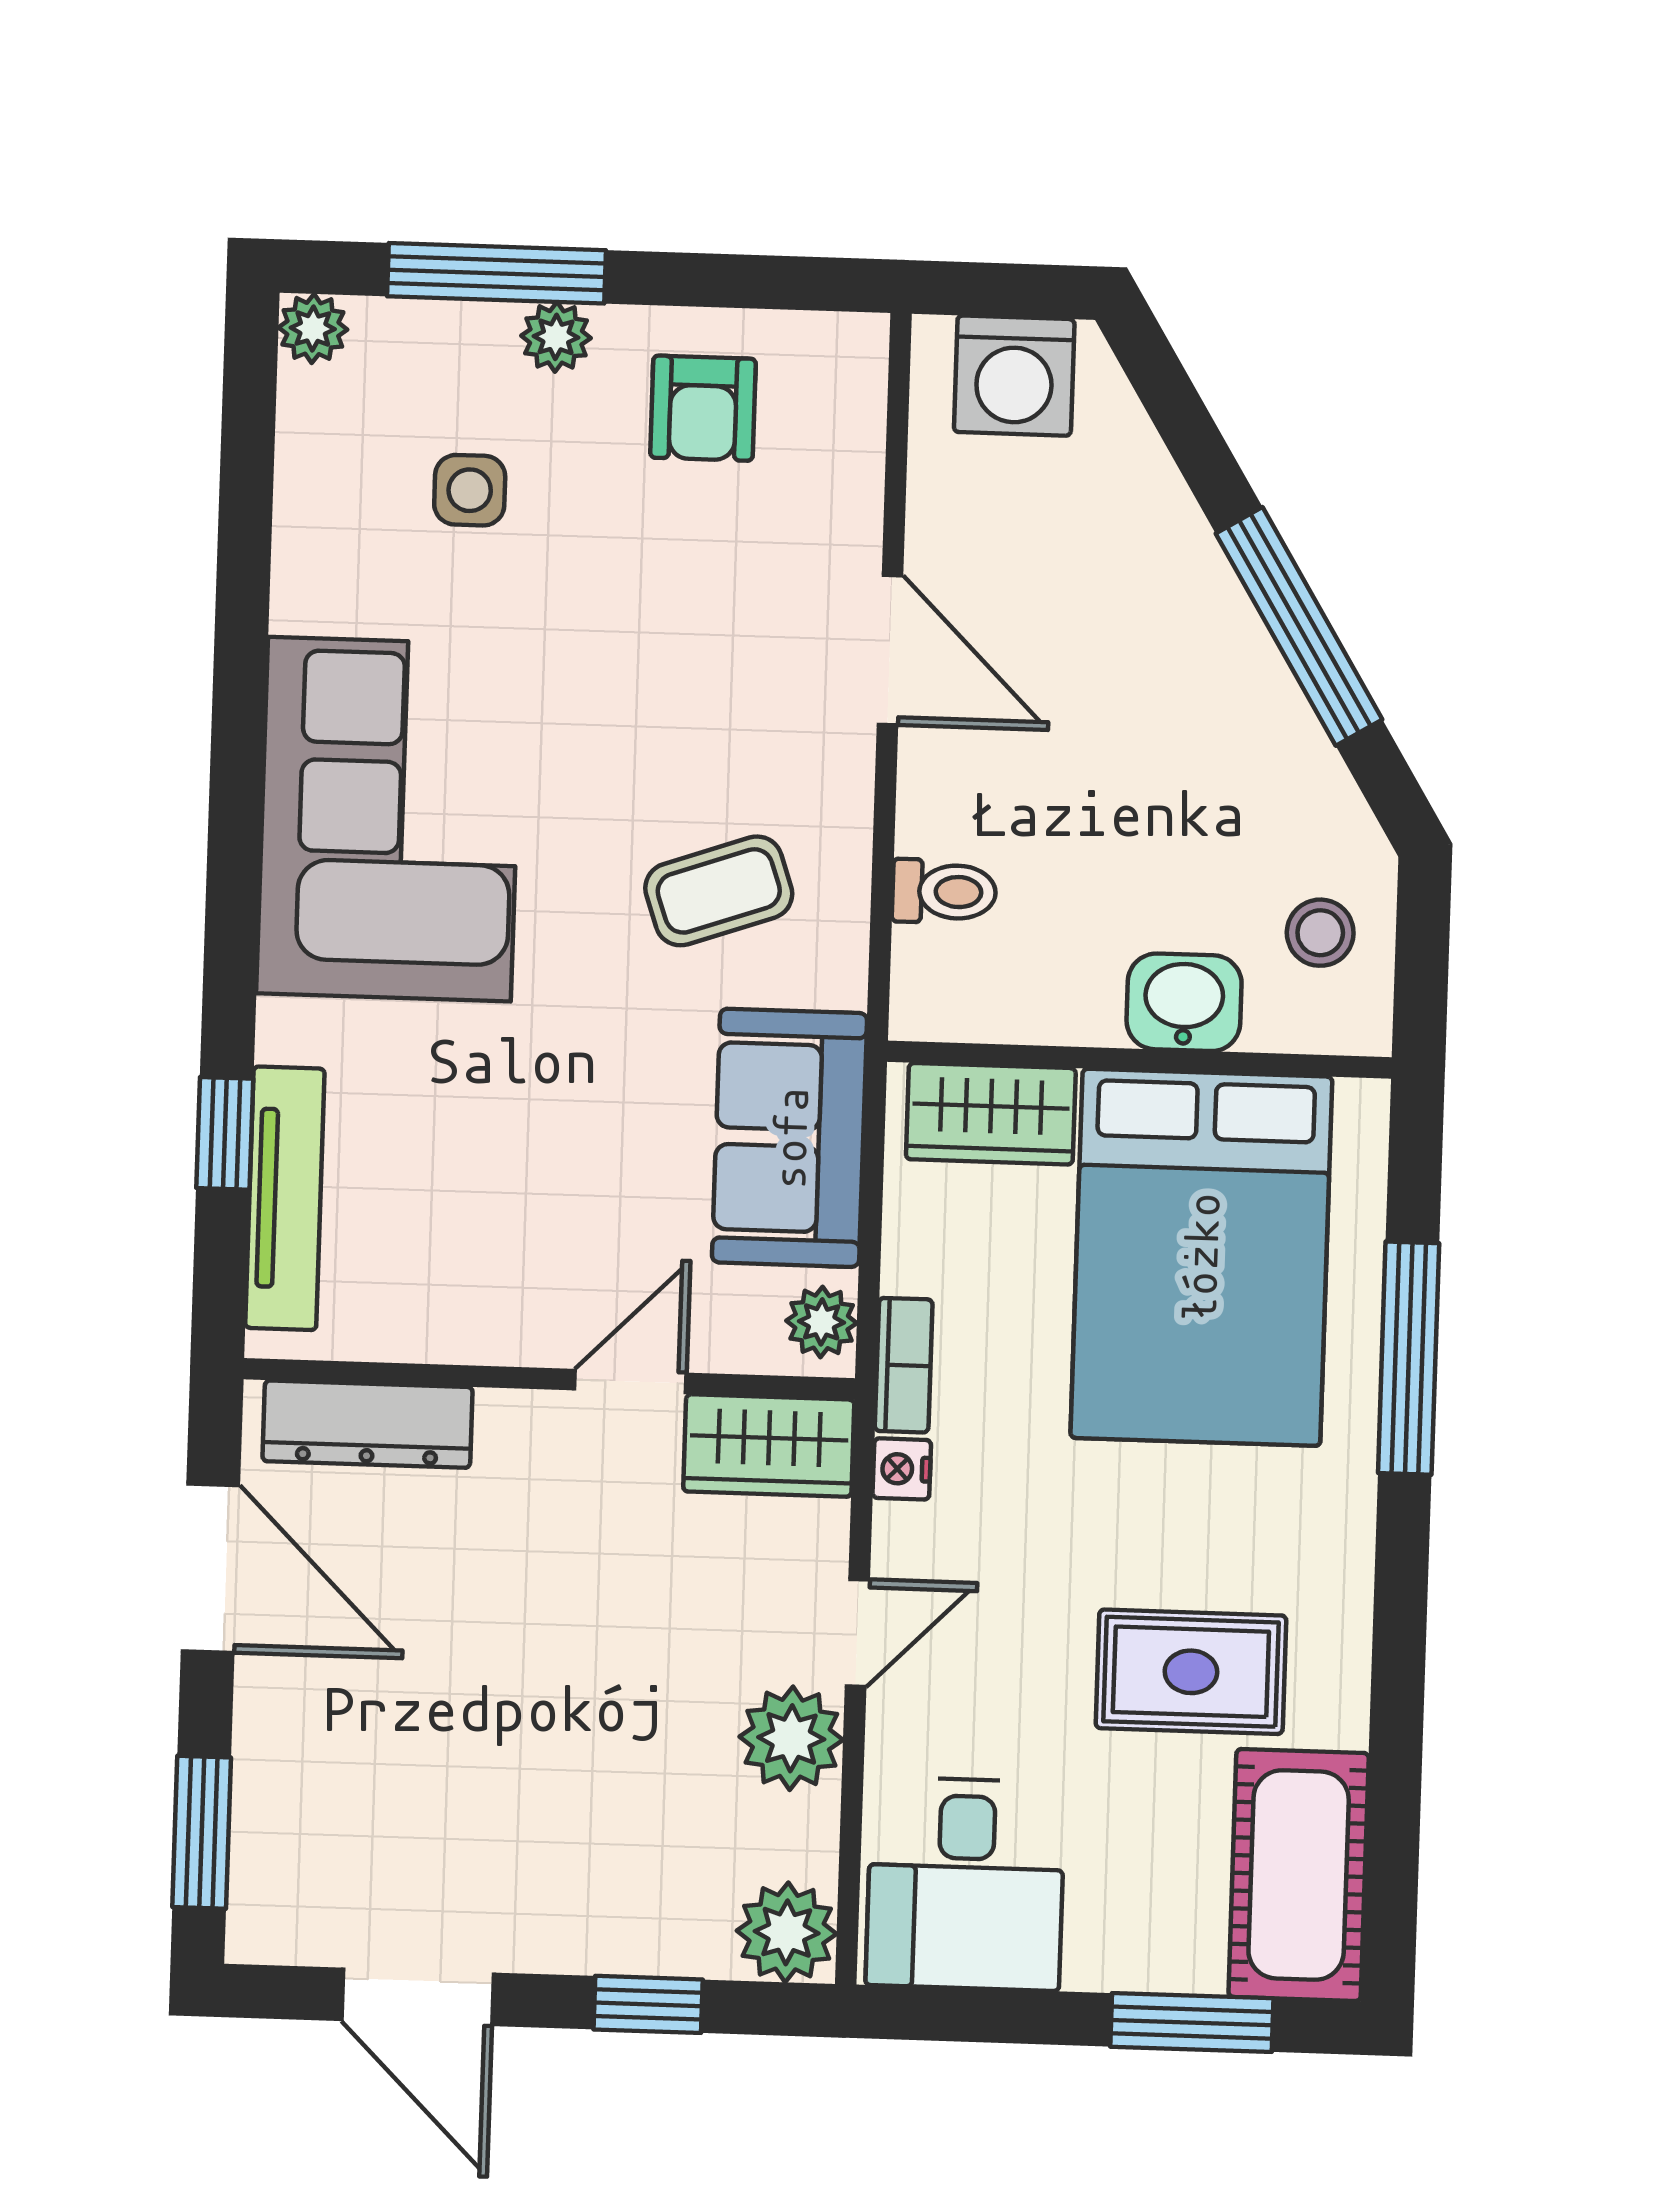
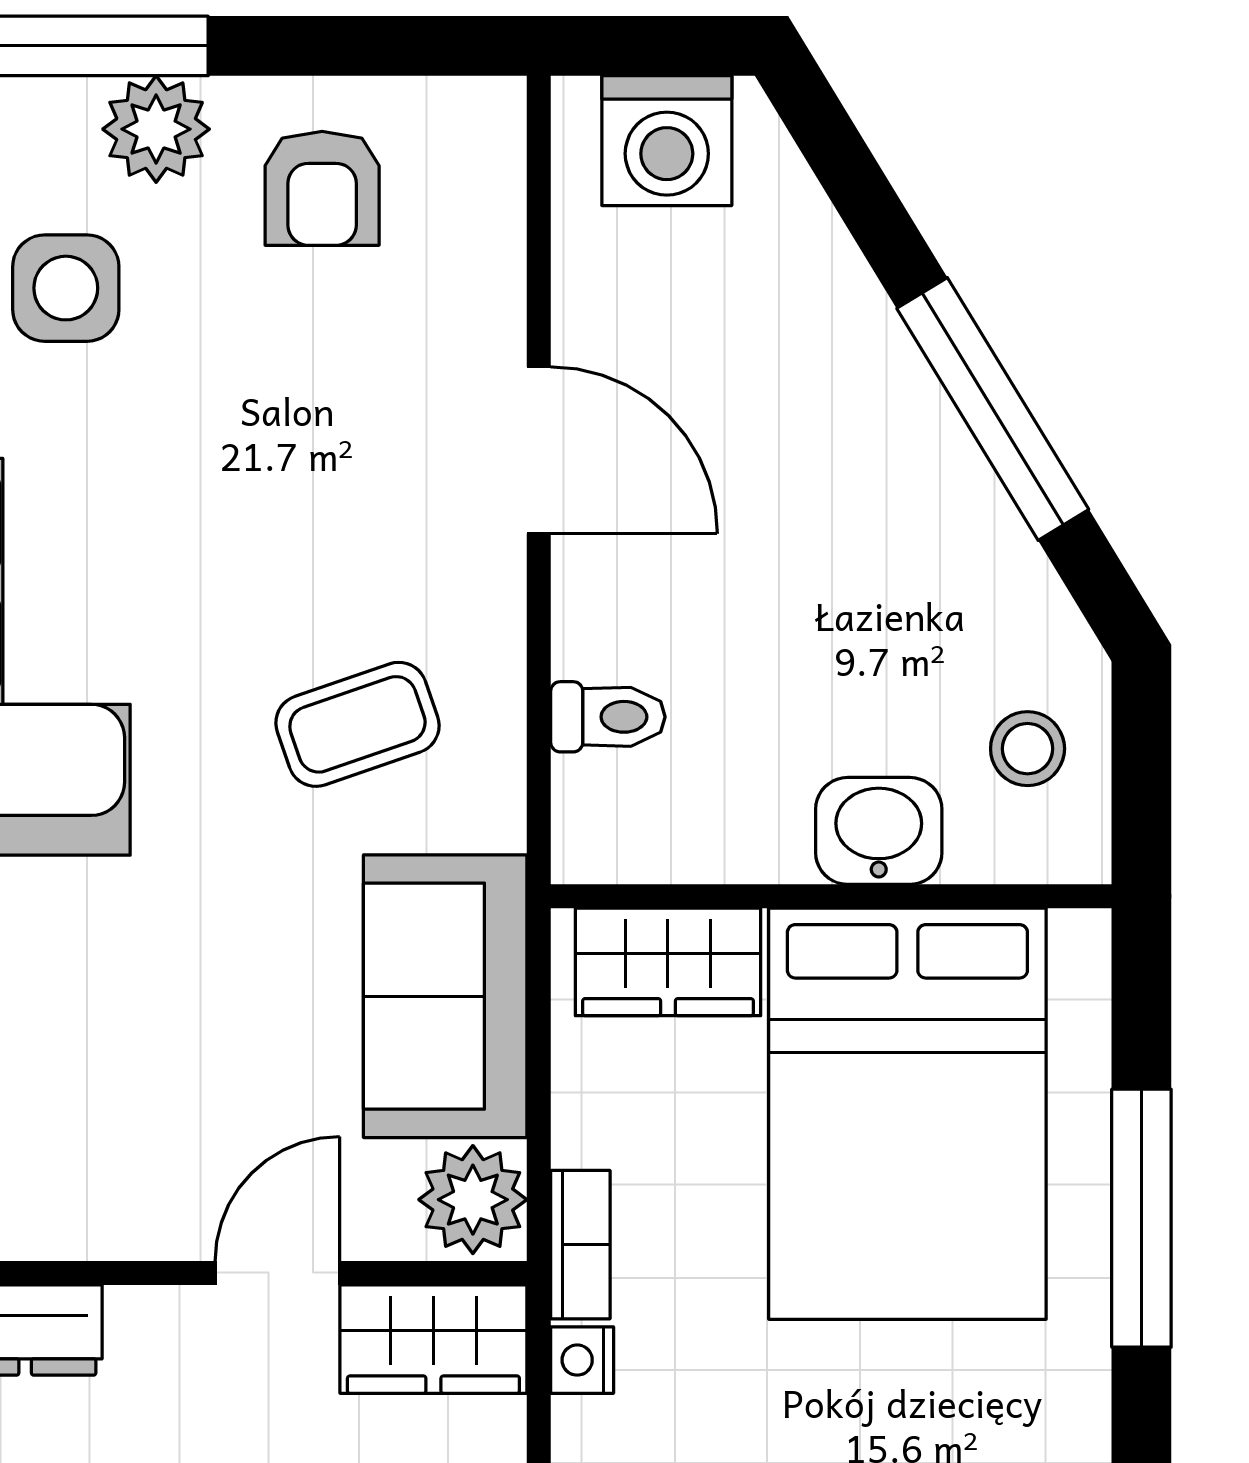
plant: (556, 337) -> (156, 129), width x1.38, depth x1.38
side table: (470, 490) -> (66, 288), width x1.37, depth x1.37
plant: (822, 1322) -> (473, 1200), width x1.38, depth x1.38

